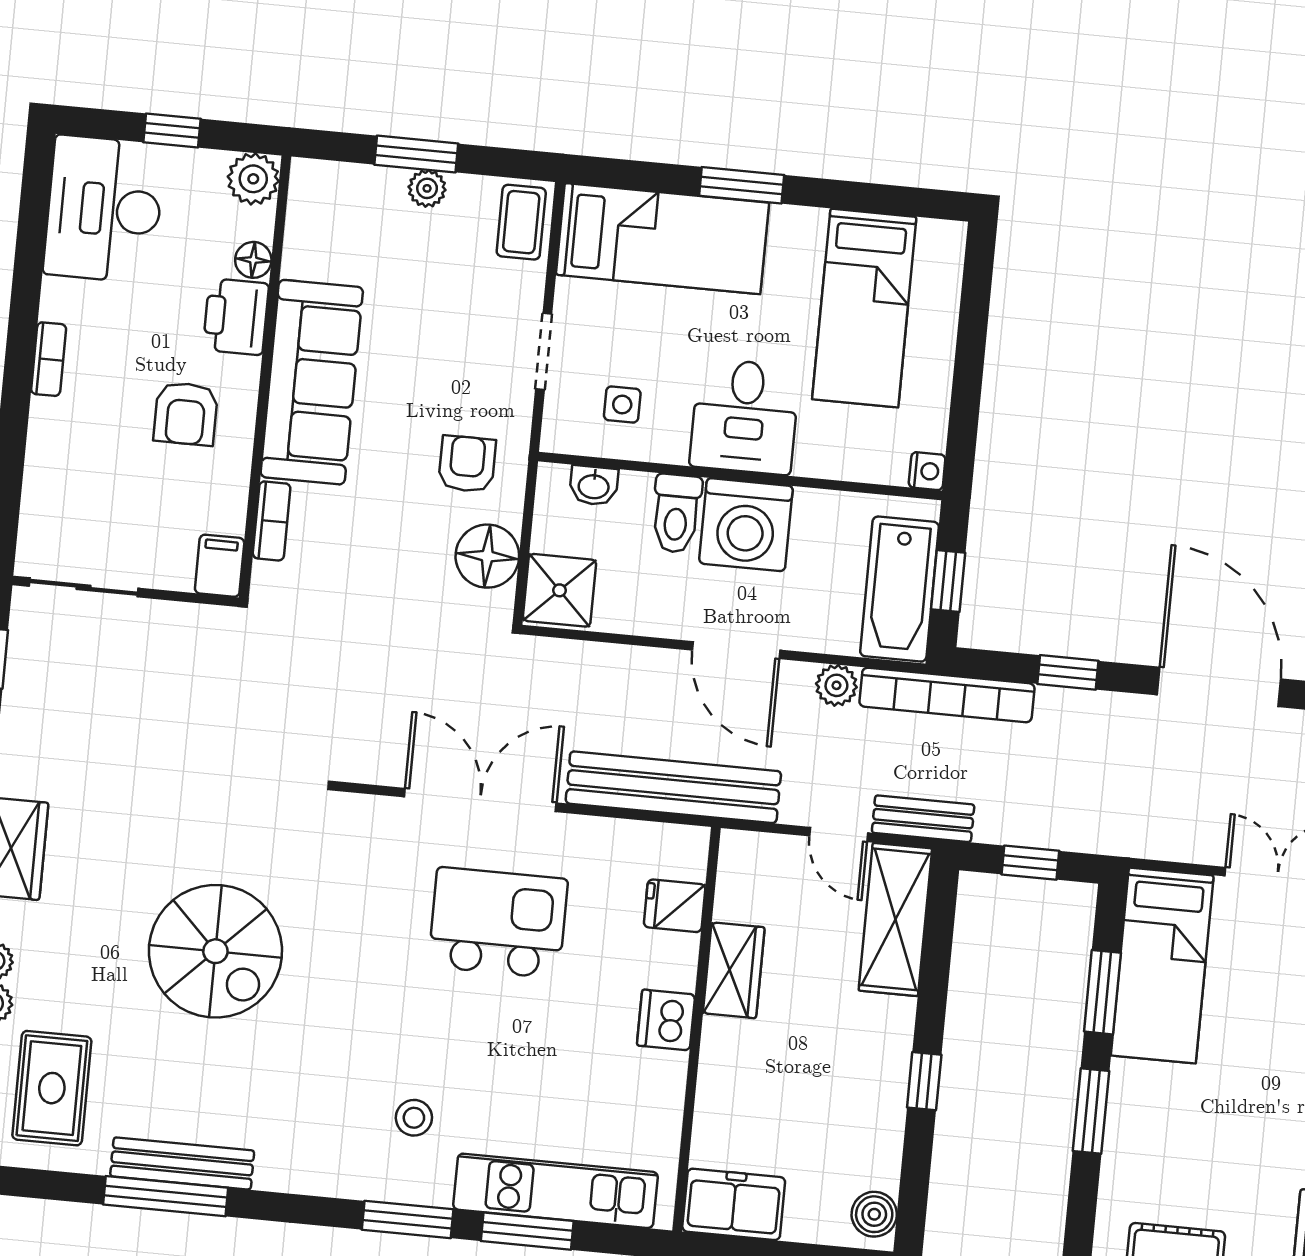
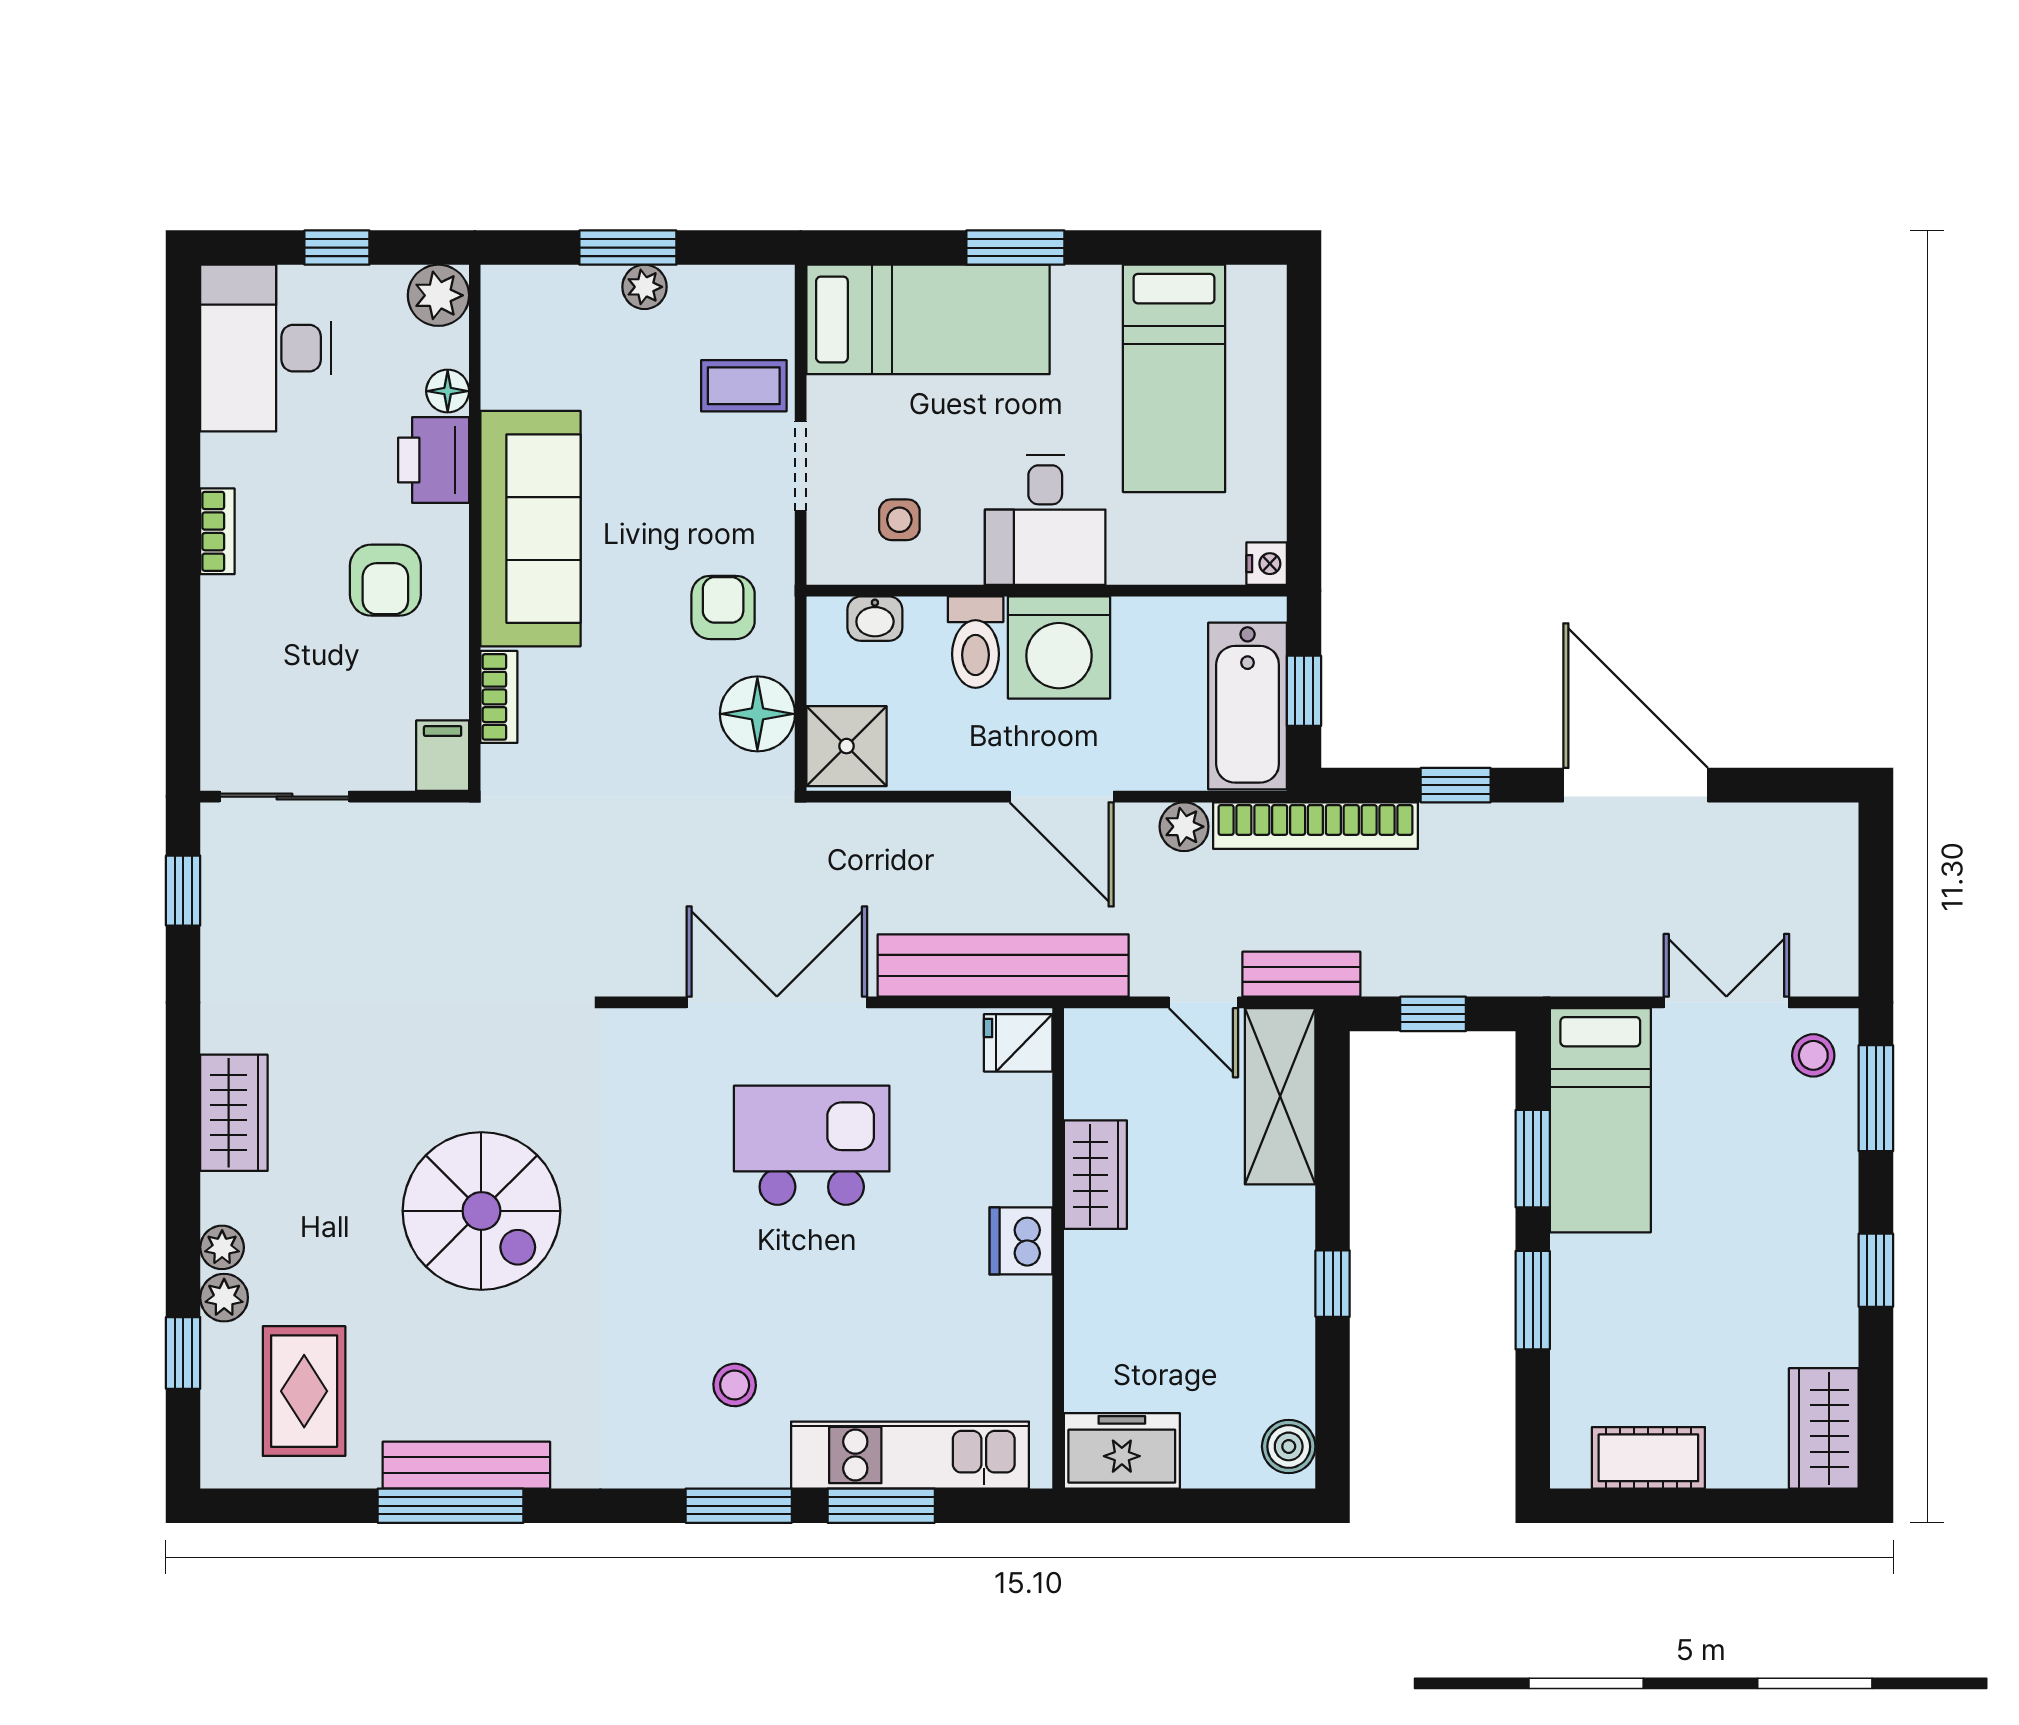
coffee table: (521, 222) -> (744, 386), moved, turned 90
fridge: (675, 906) -> (1018, 1043), moved

